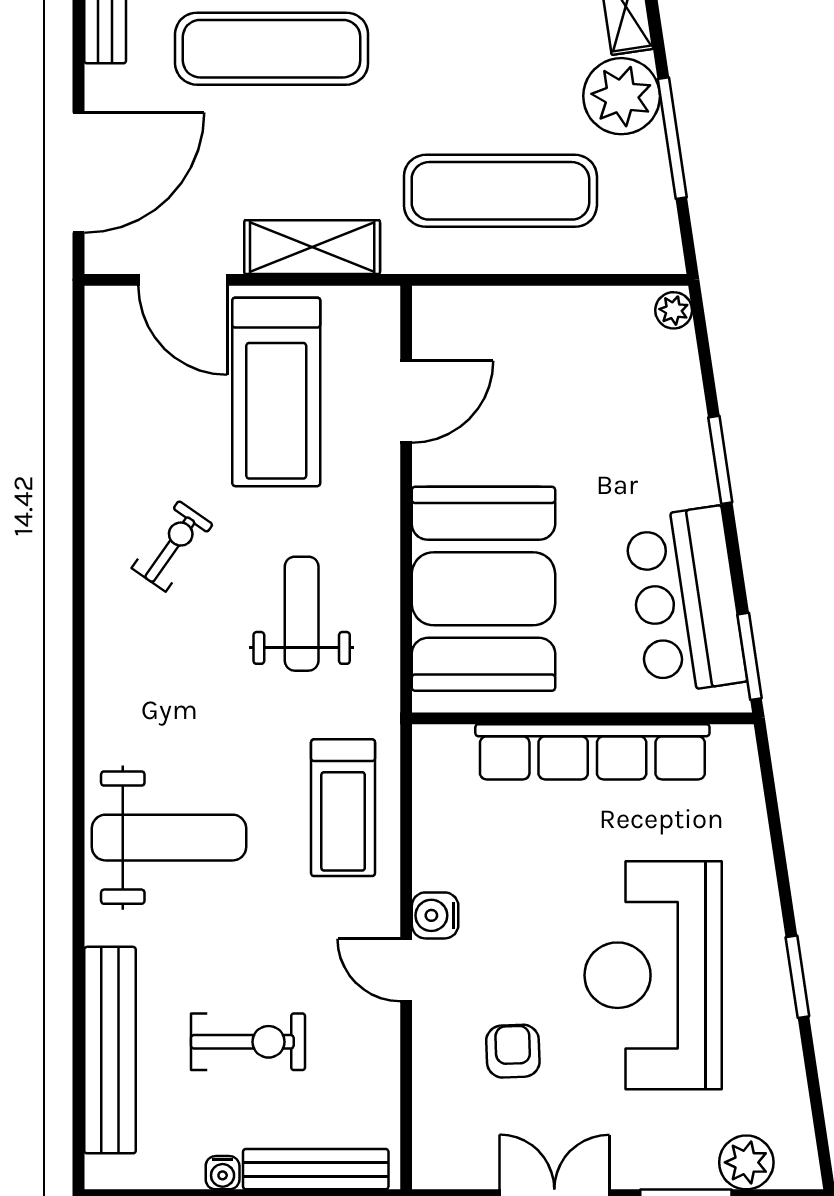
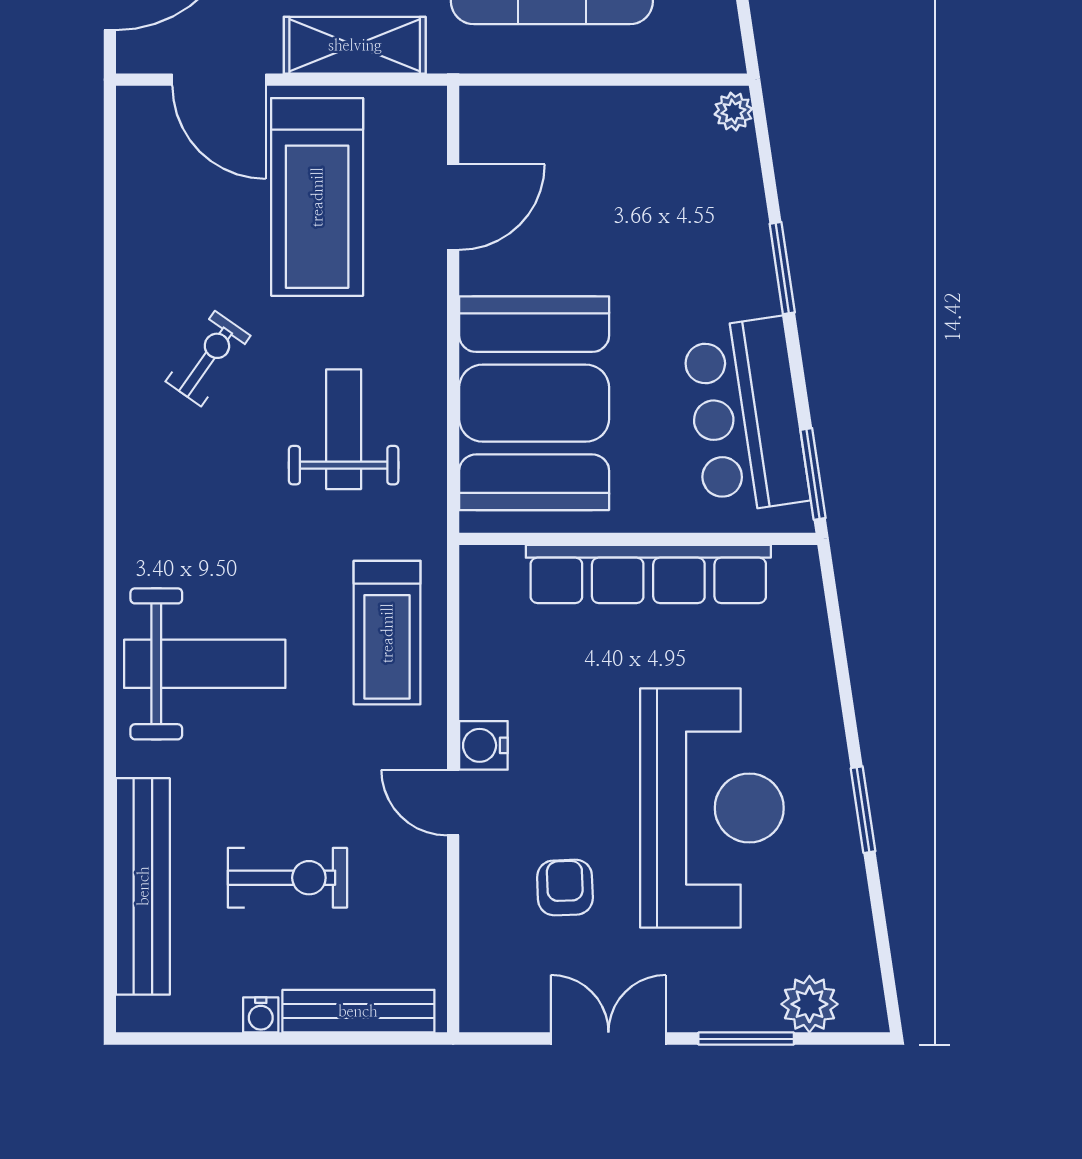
reception desk: (653, 975) -> (712, 808), turned 180

